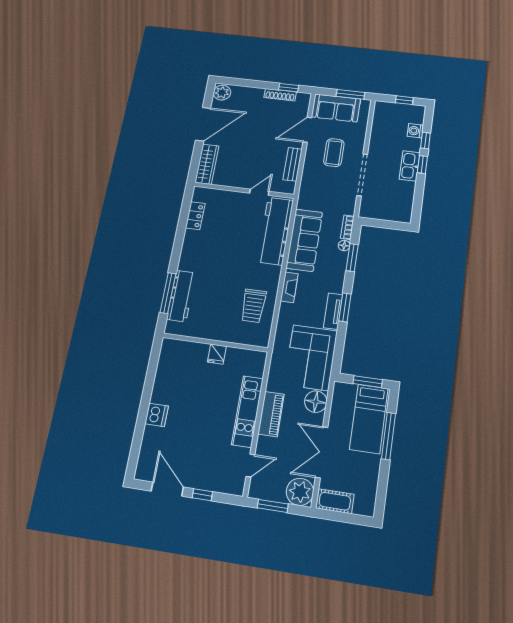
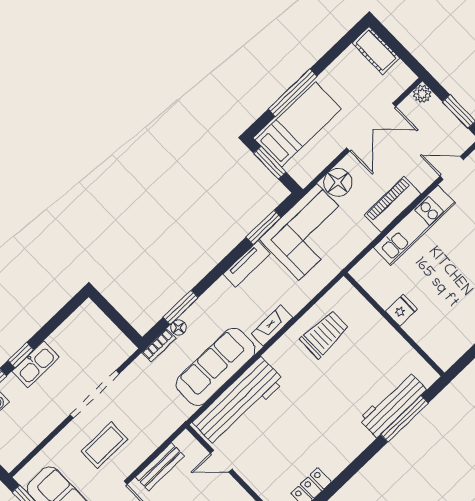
window: (345, 307) -> (264, 227), moved
plant: (300, 492) -> (422, 94), width x0.53, depth x0.53
cot: (335, 501) -> (376, 50), moved

